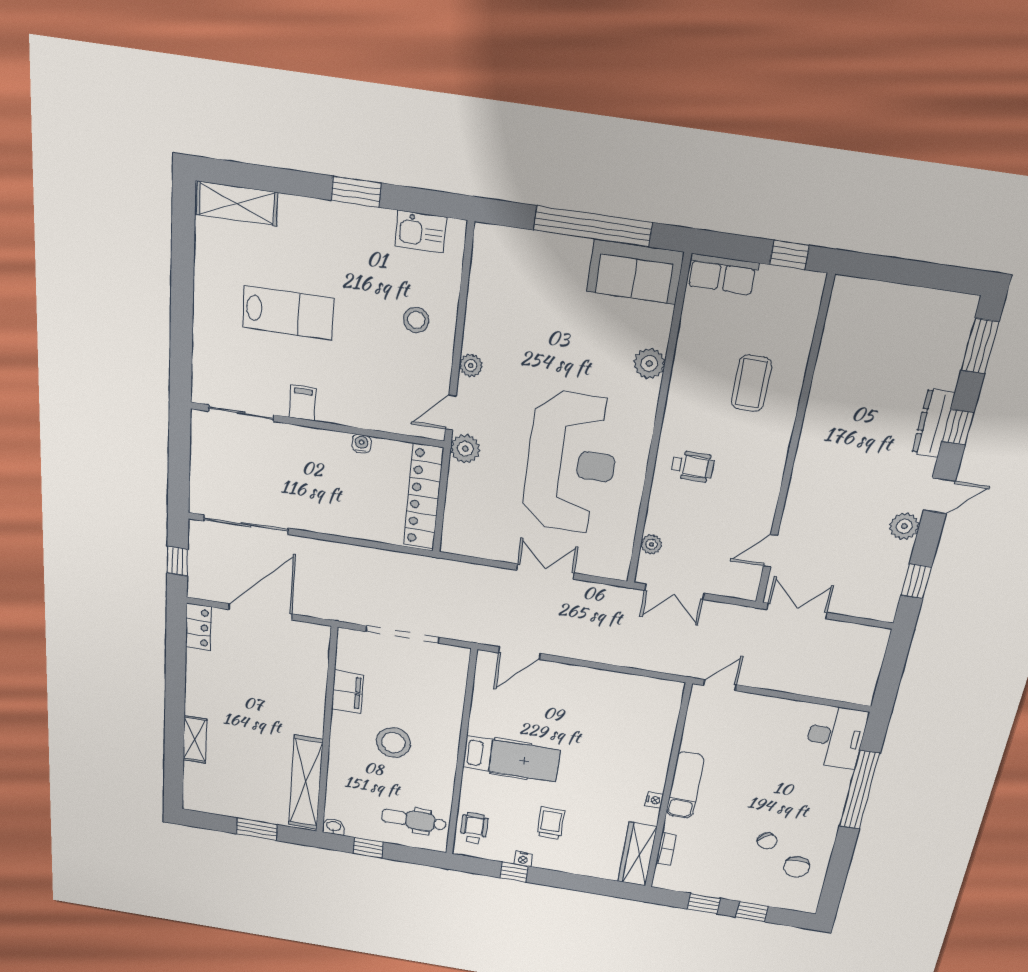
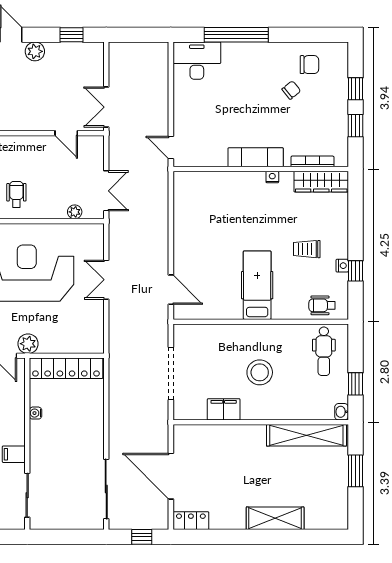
shelving: (195, 739) -> (275, 518), width x1.50, depth x1.33
bookcase: (666, 849) -> (312, 161), width x1.56

